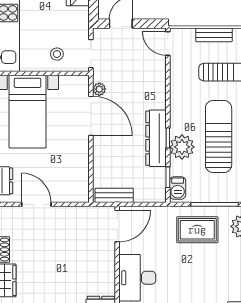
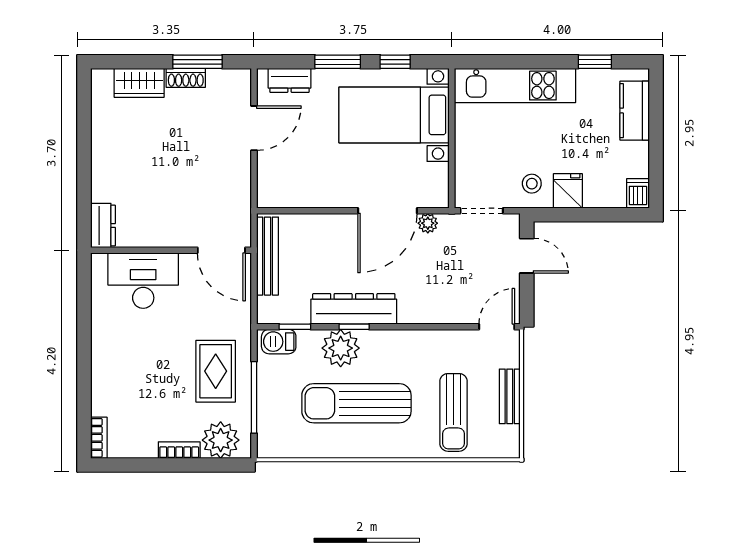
stool: (57, 54) -> (532, 184), moved
sun lounger: (219, 136) -> (356, 403), turned 180
bench: (114, 195) -> (268, 256), width x1.36

